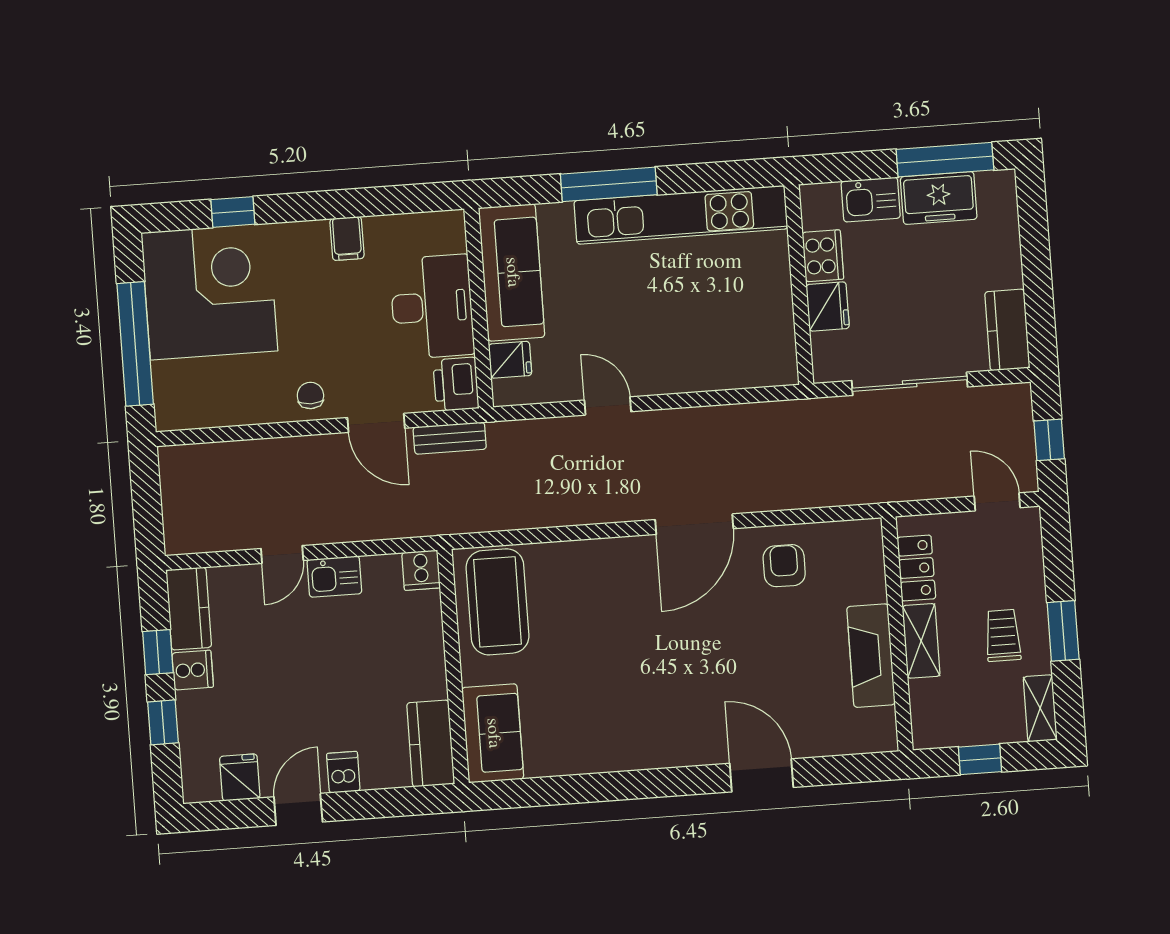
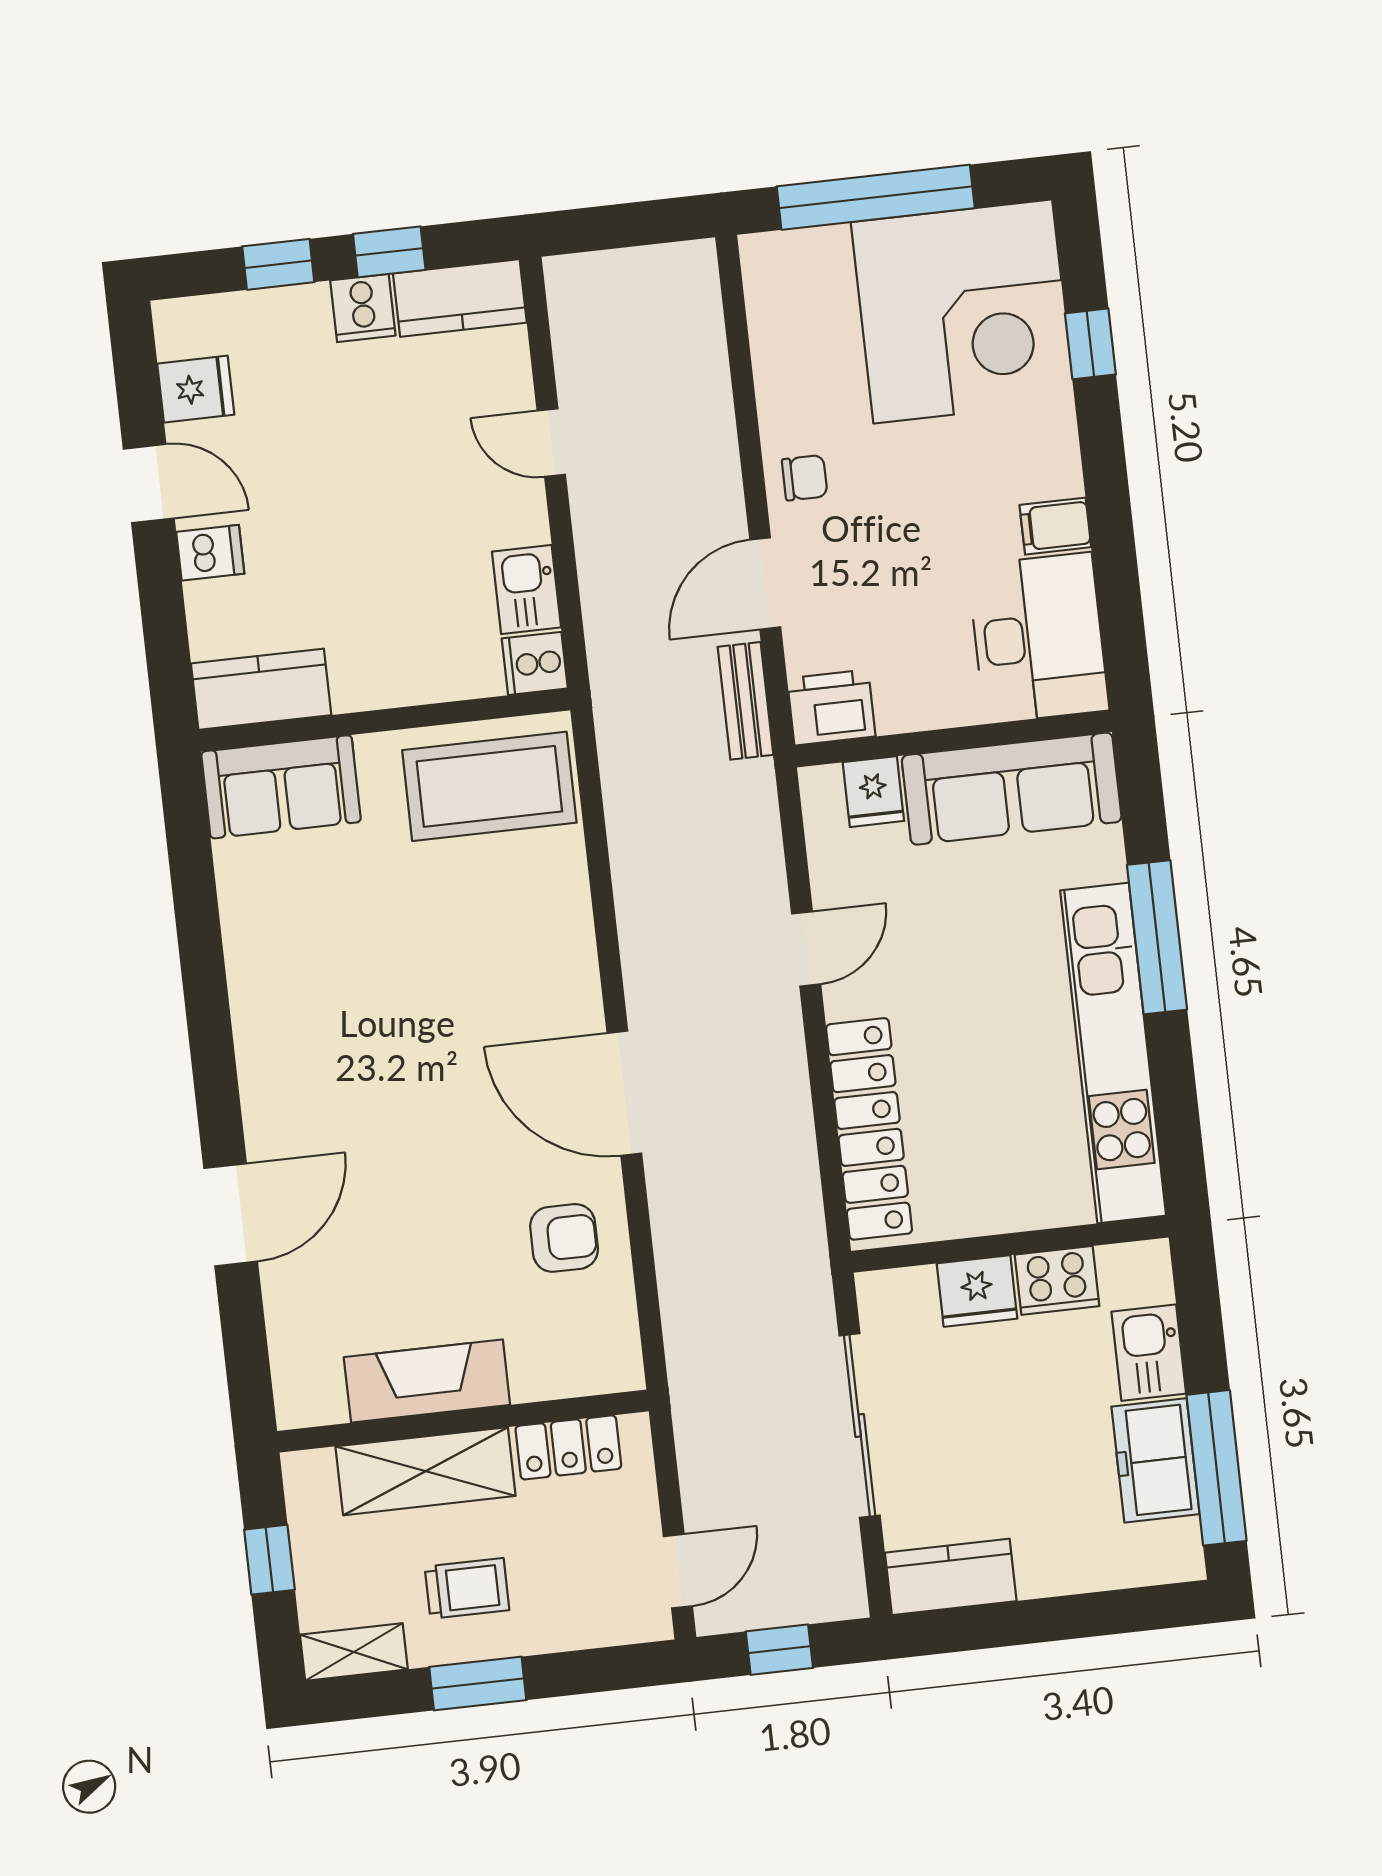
desk: (432, 307) -> (1038, 638), moved, turned -90
locker: (723, 371) -> (869, 1129), added
kitchen sink: (334, 577) -> (526, 590), moved
shelving: (921, 641) -> (426, 1471), width x1.50, depth x1.33

